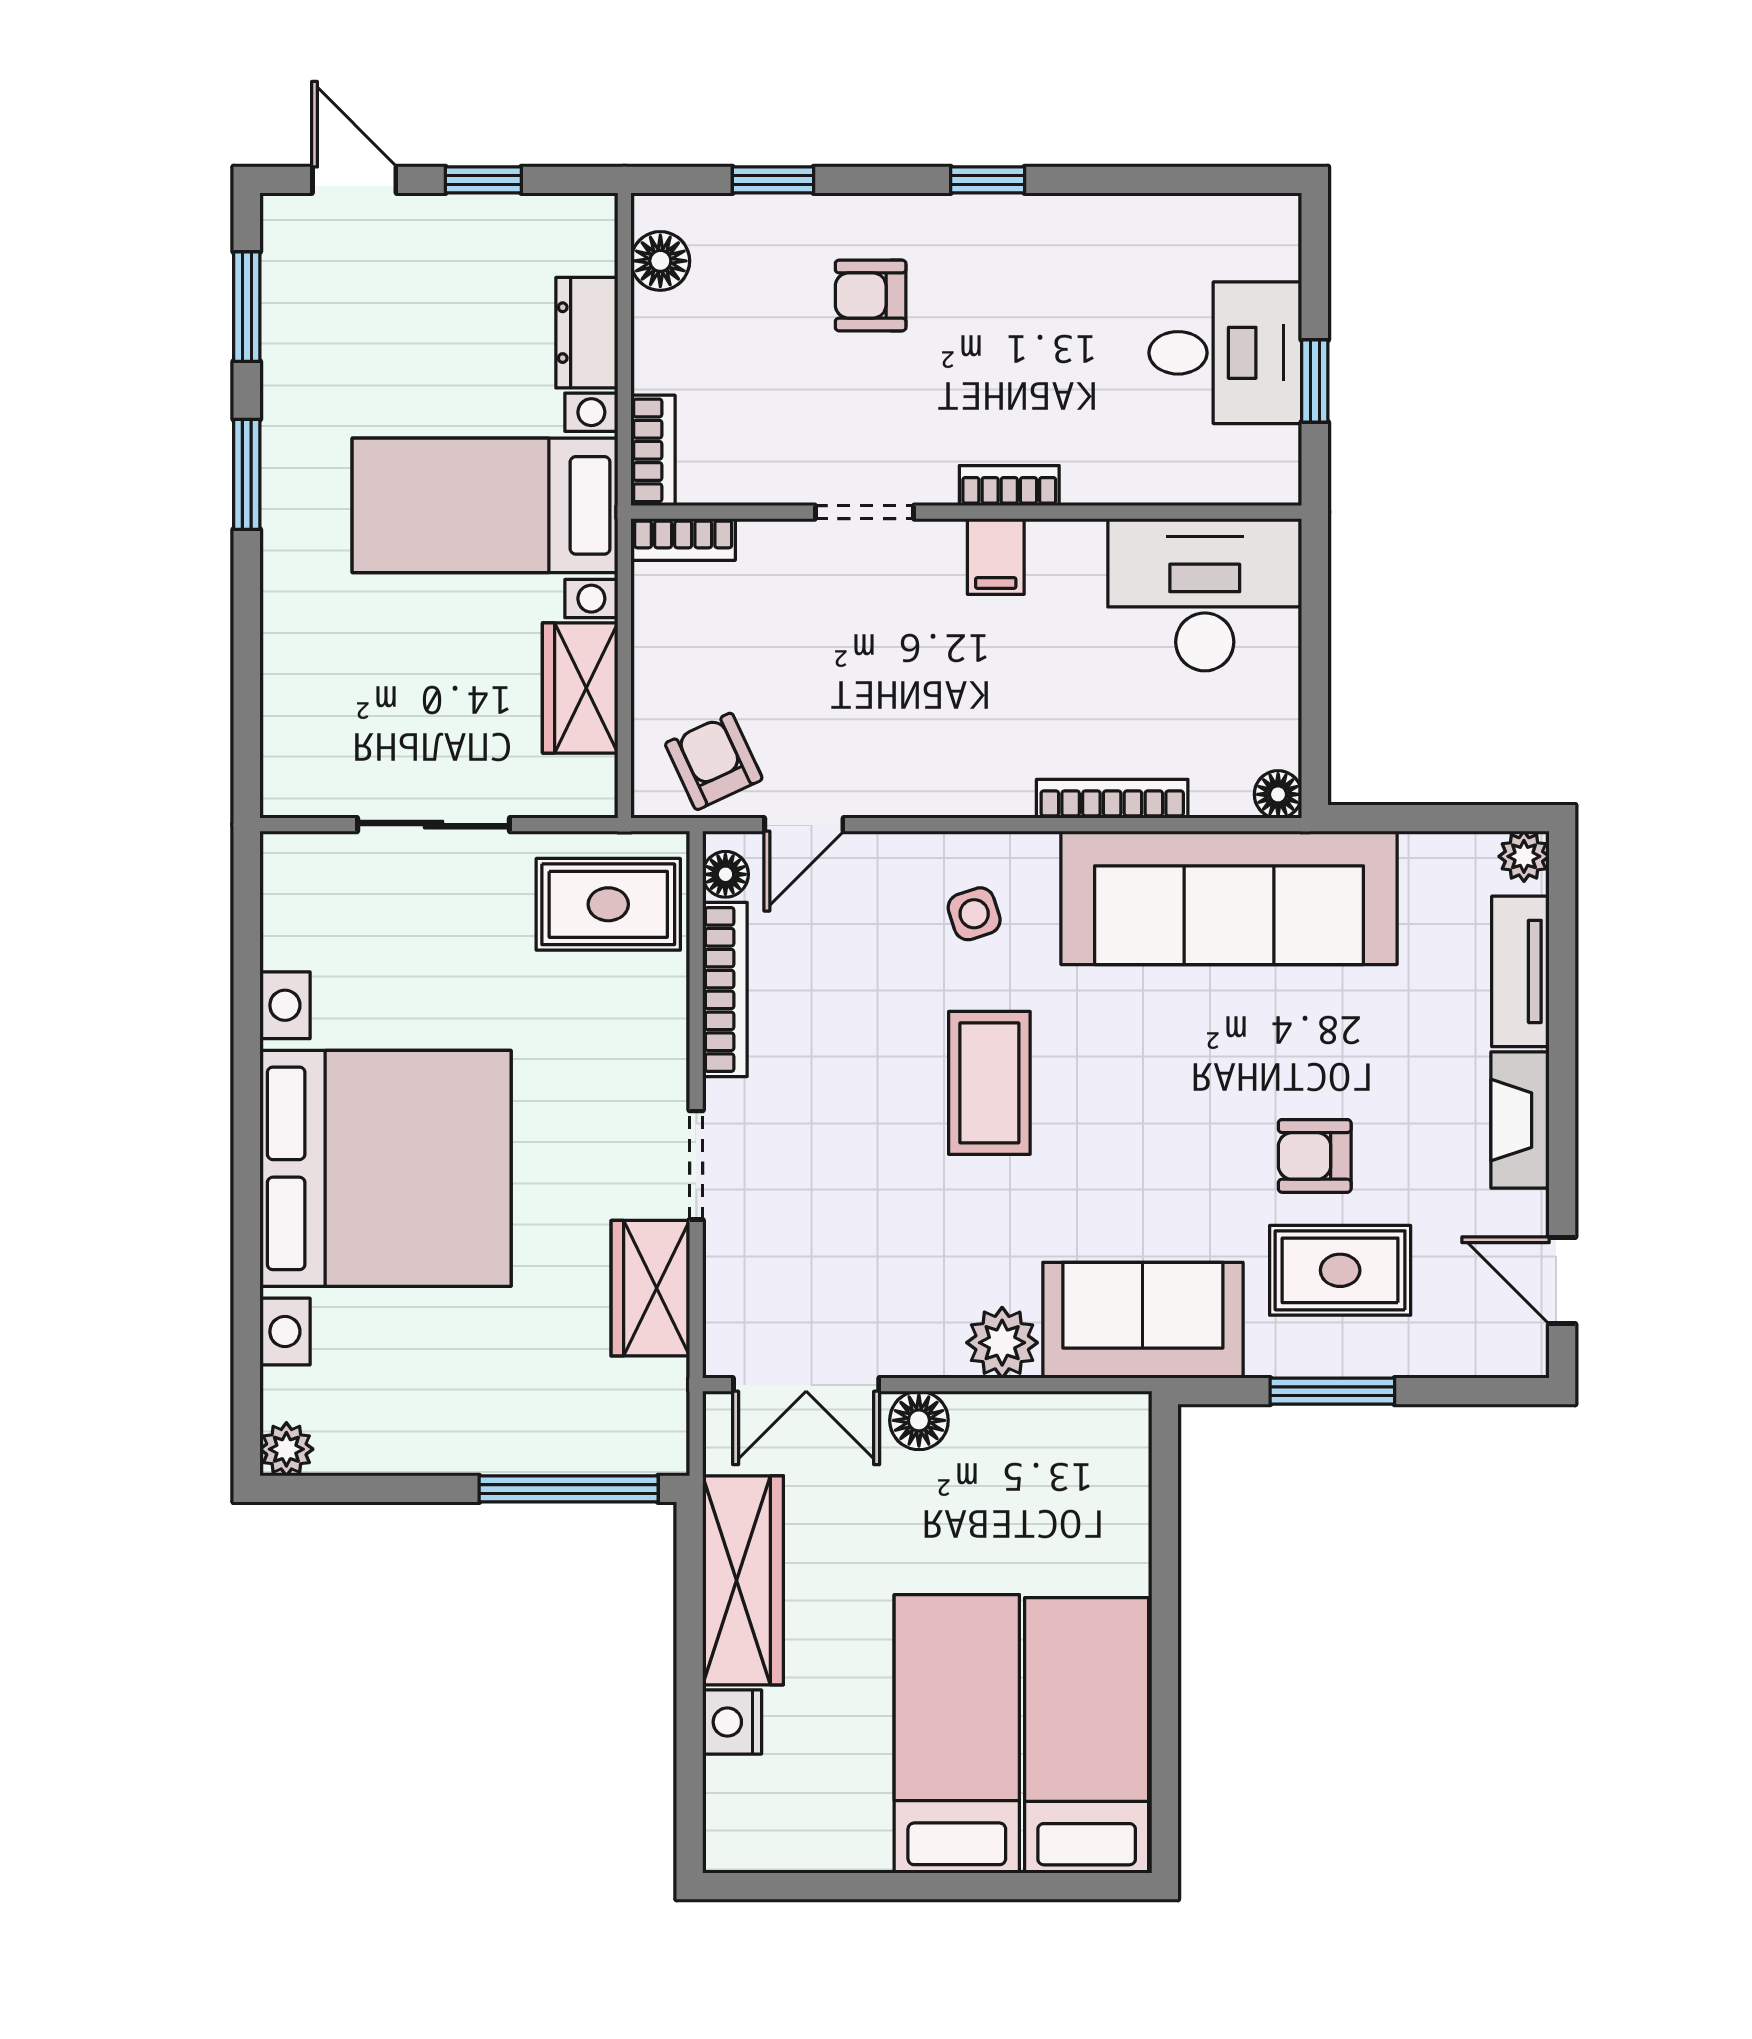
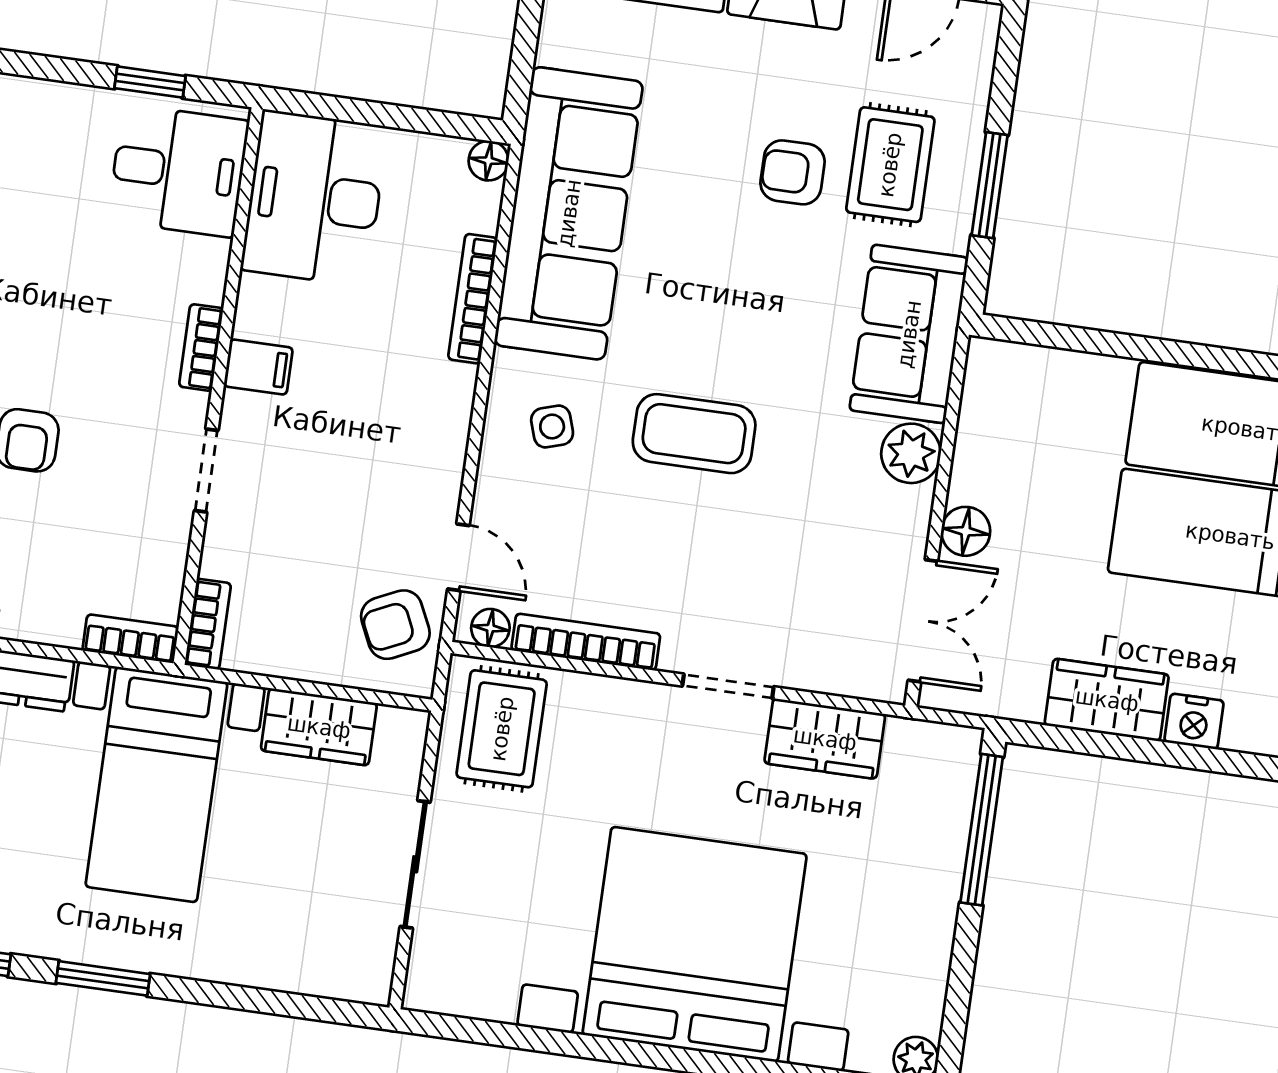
desk: (1225, 353) -> (178, 171), moved, turned 90
armchair: (1315, 1156) -> (793, 172), turned 90
wardrobe: (743, 1580) -> (1107, 700), width x0.67

